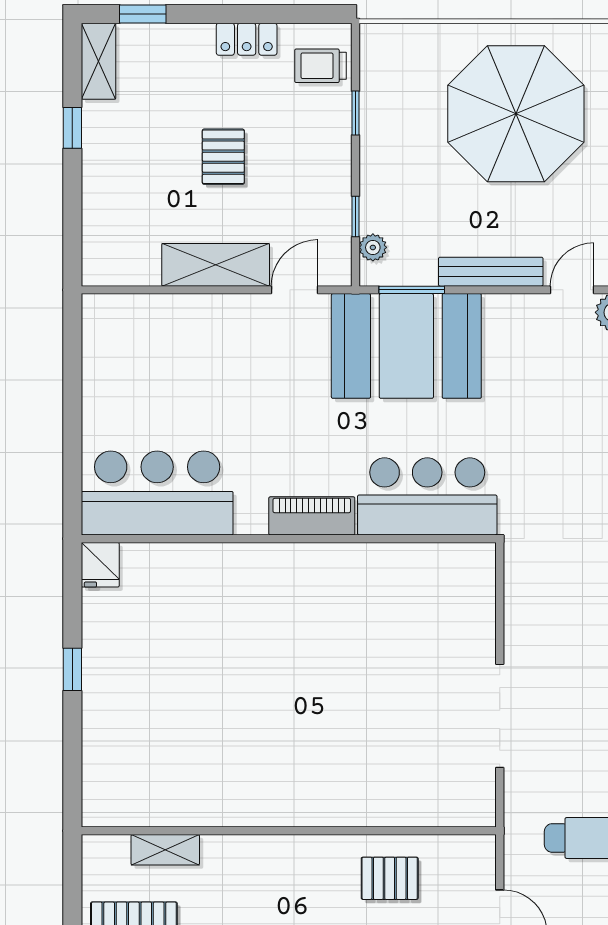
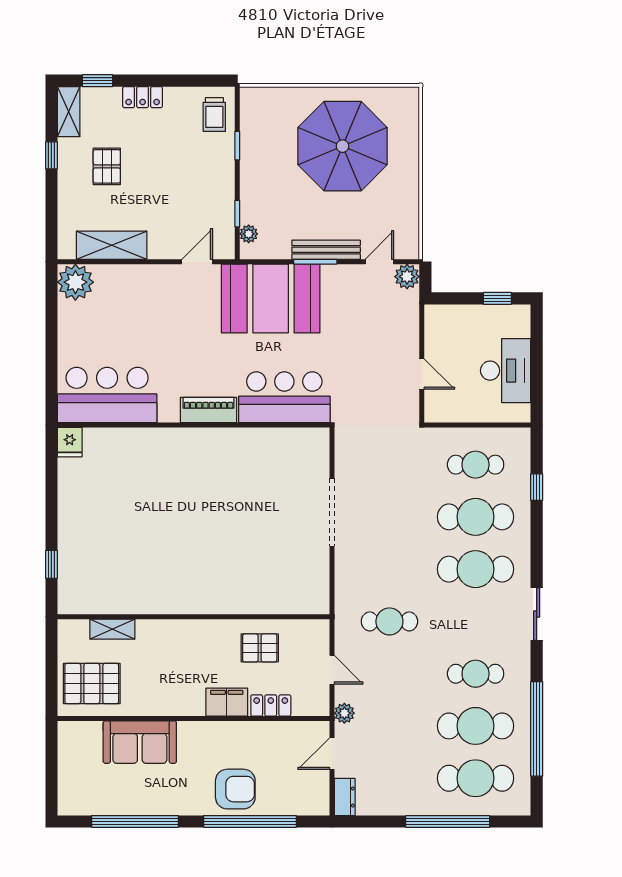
locker: (247, 39) -> (143, 97), moved
trolley: (321, 66) -> (214, 115), turned -90
pallet: (223, 157) -> (107, 166), moved
shelving: (216, 265) -> (112, 245), moved
window: (412, 290) -> (315, 262), moved
plant: (109, 321) -> (75, 282), added
window: (72, 669) -> (51, 564), moved
doorway: (500, 716) -> (332, 512), moved

